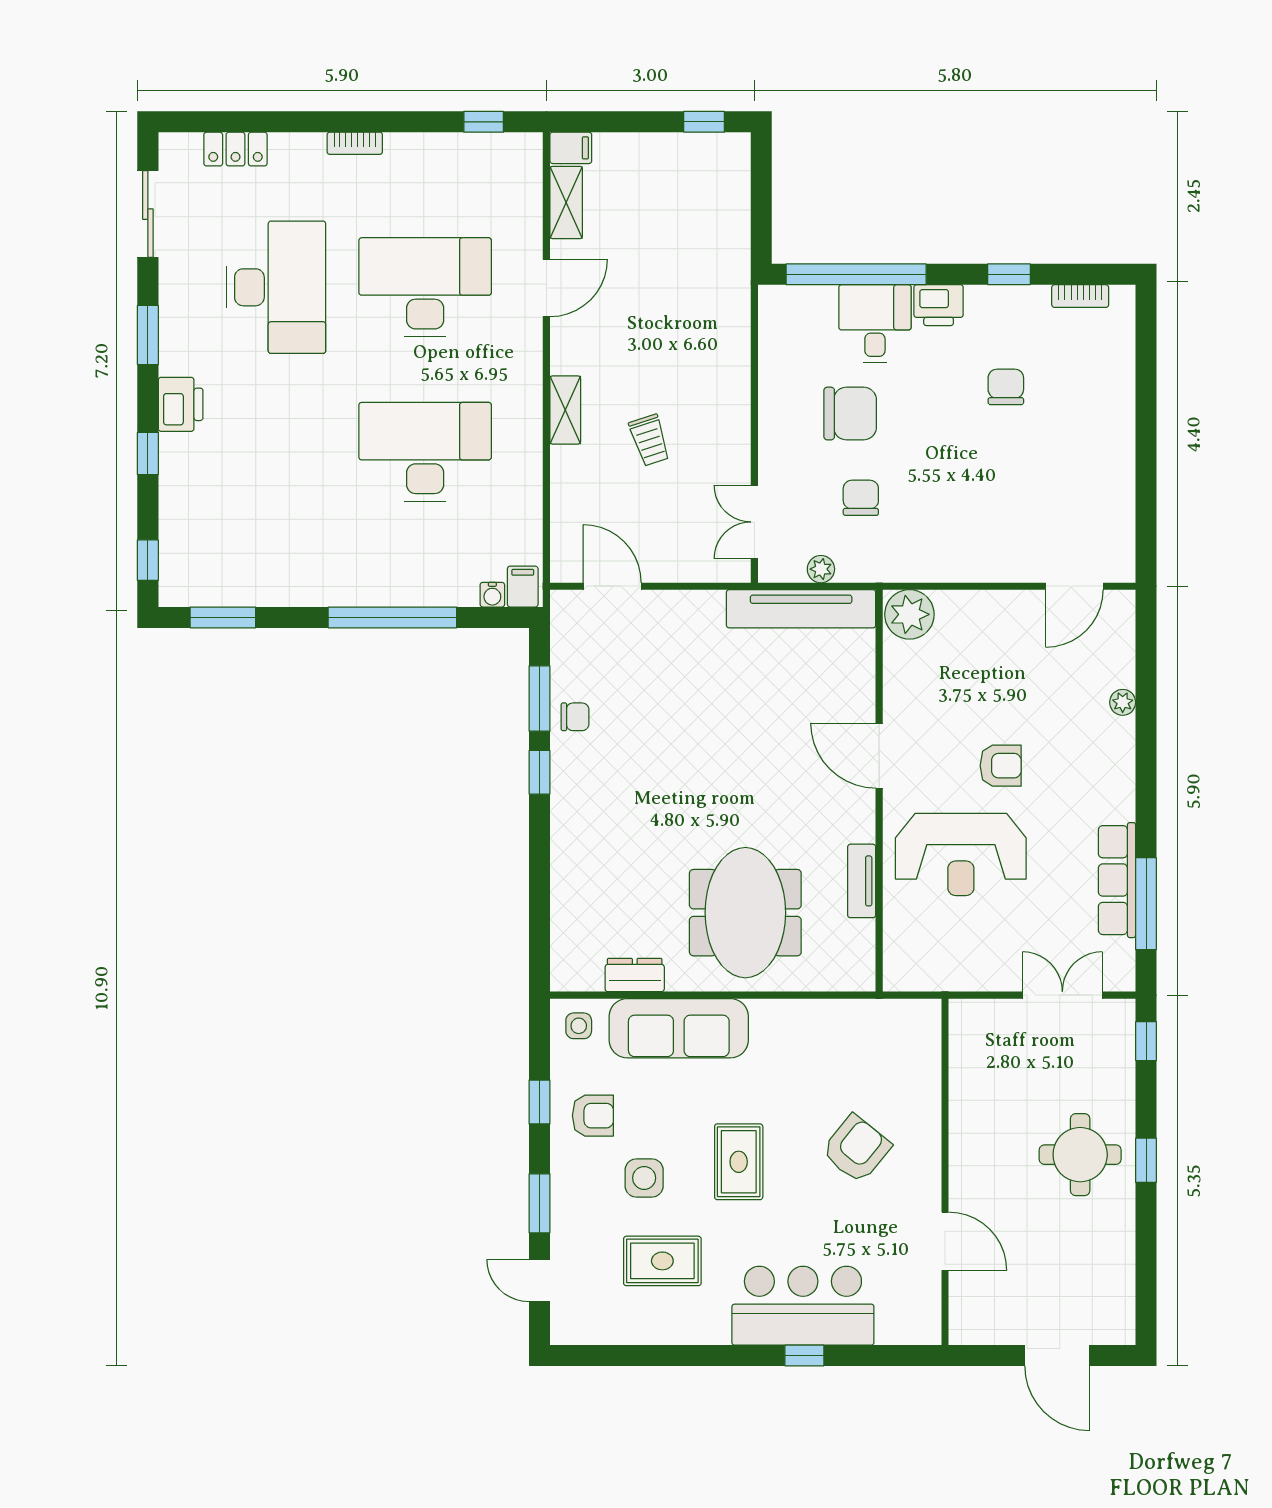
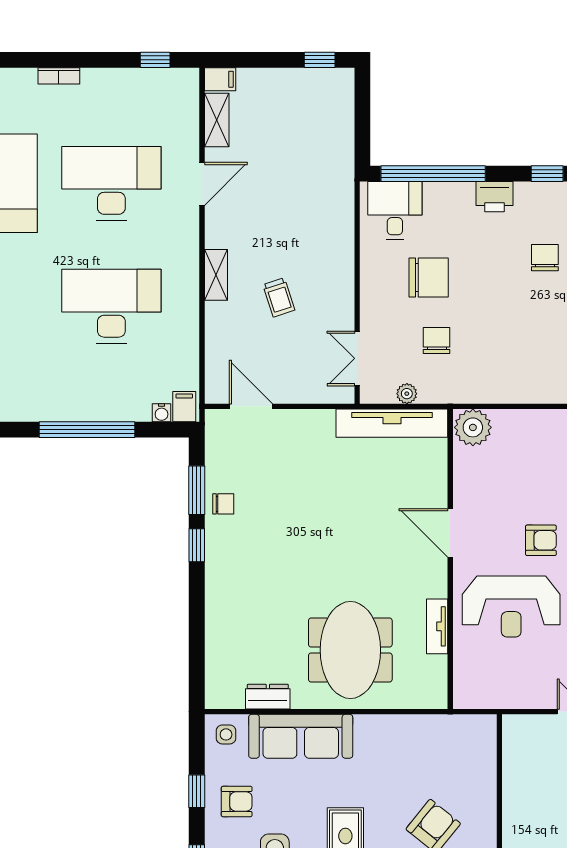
desk: (875, 324) -> (395, 210), moved

